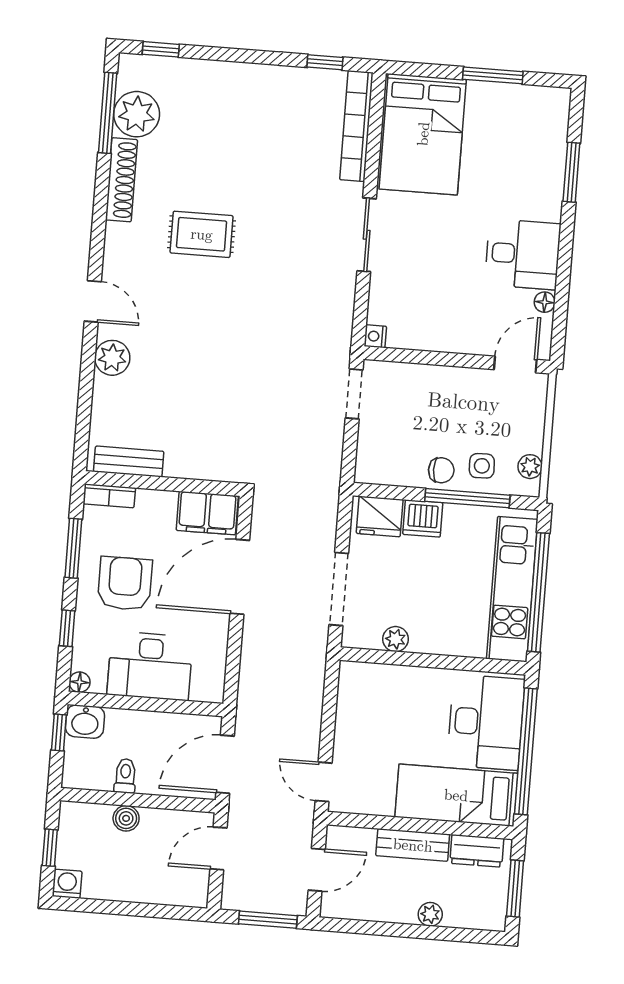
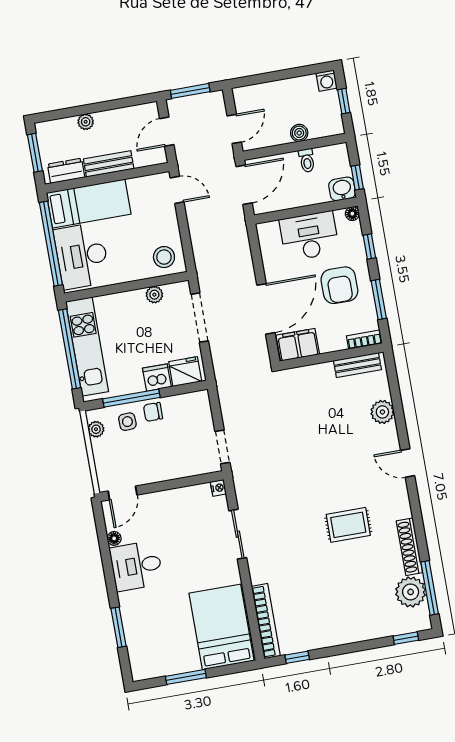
sliding door: (367, 235) -> (238, 534), moved
plant: (112, 358) -> (382, 412), moved
stool: (368, 690) -> (164, 257), added

